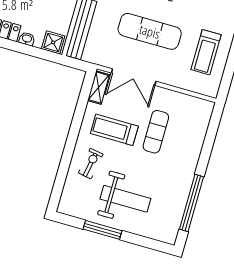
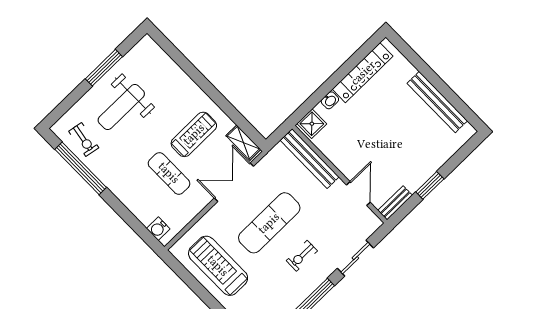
treadmill: (206, 52) -> (218, 266), width x1.37, depth x1.38
water cooler: (204, 115) -> (158, 229), added
exercise bike: (91, 164) -> (84, 139), moved

